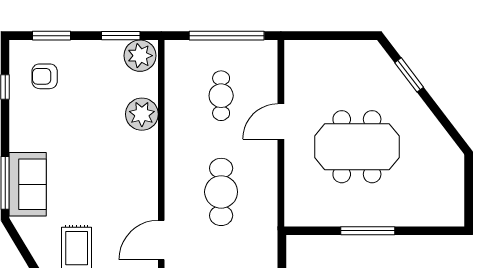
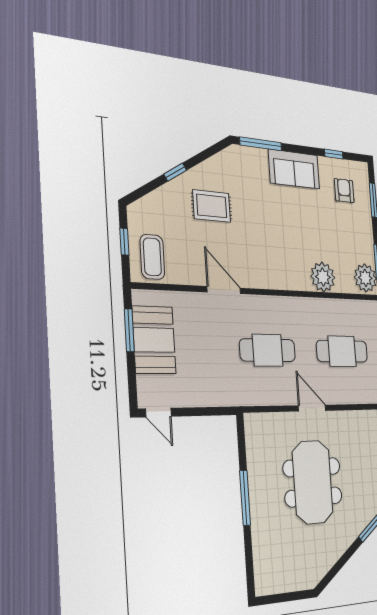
cafe table: (221, 96) -> (342, 351), width x1.37, depth x1.35
door: (281, 121) -> (312, 408), moved
sofa: (28, 184) -> (294, 169), moved

